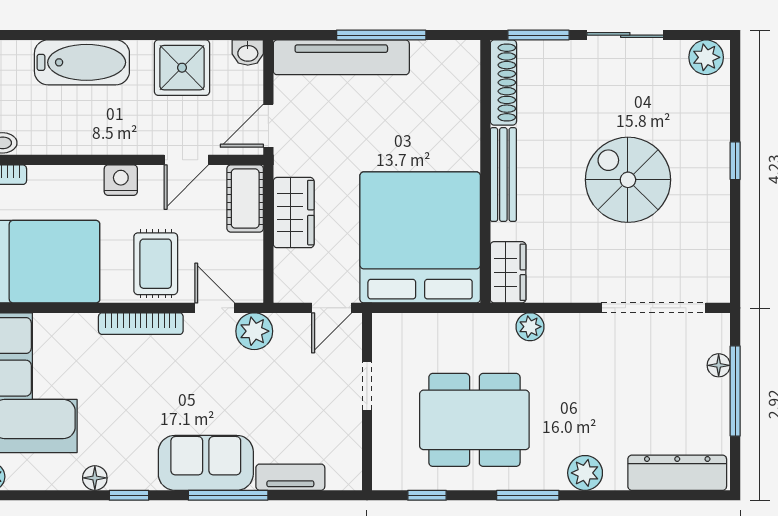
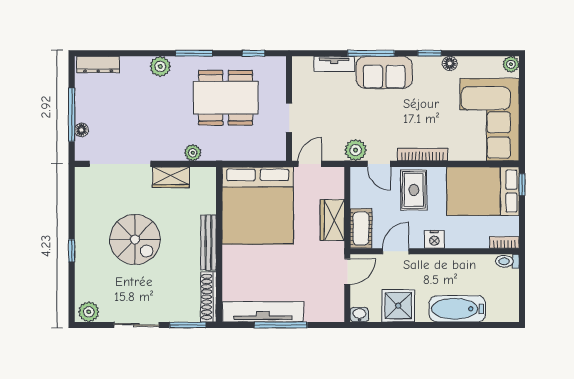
tv unit: (341, 57) -> (263, 312), moved
wardrobe: (508, 272) -> (171, 177), moved, turned -90
dresser: (677, 473) -> (98, 64), width x0.73, depth x0.80

